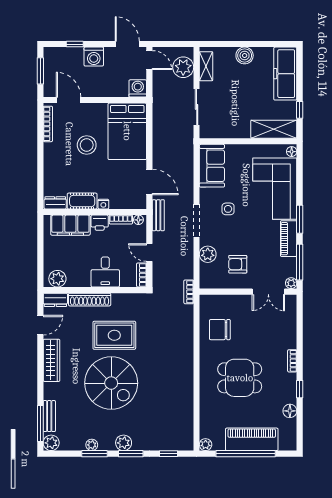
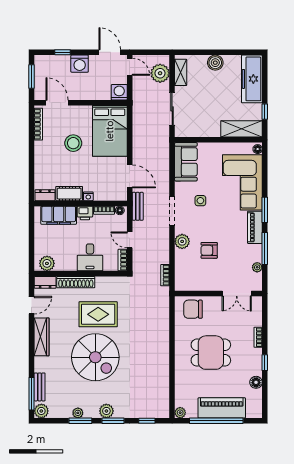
wall: (248, 292) -> (218, 294), moved
double door: (268, 292) -> (237, 294), moved

